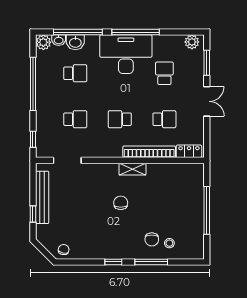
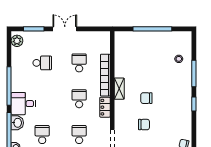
washbasin: (75, 42) -> (17, 123), moved
desk: (126, 54) -> (23, 104), width x0.53, depth x0.77
school desk: (164, 73) -> (42, 63), turned 180
school desk: (120, 119) -> (79, 99), turned 180
locker: (189, 151) -> (105, 107), moved
chair: (152, 239) -> (144, 125), moved

